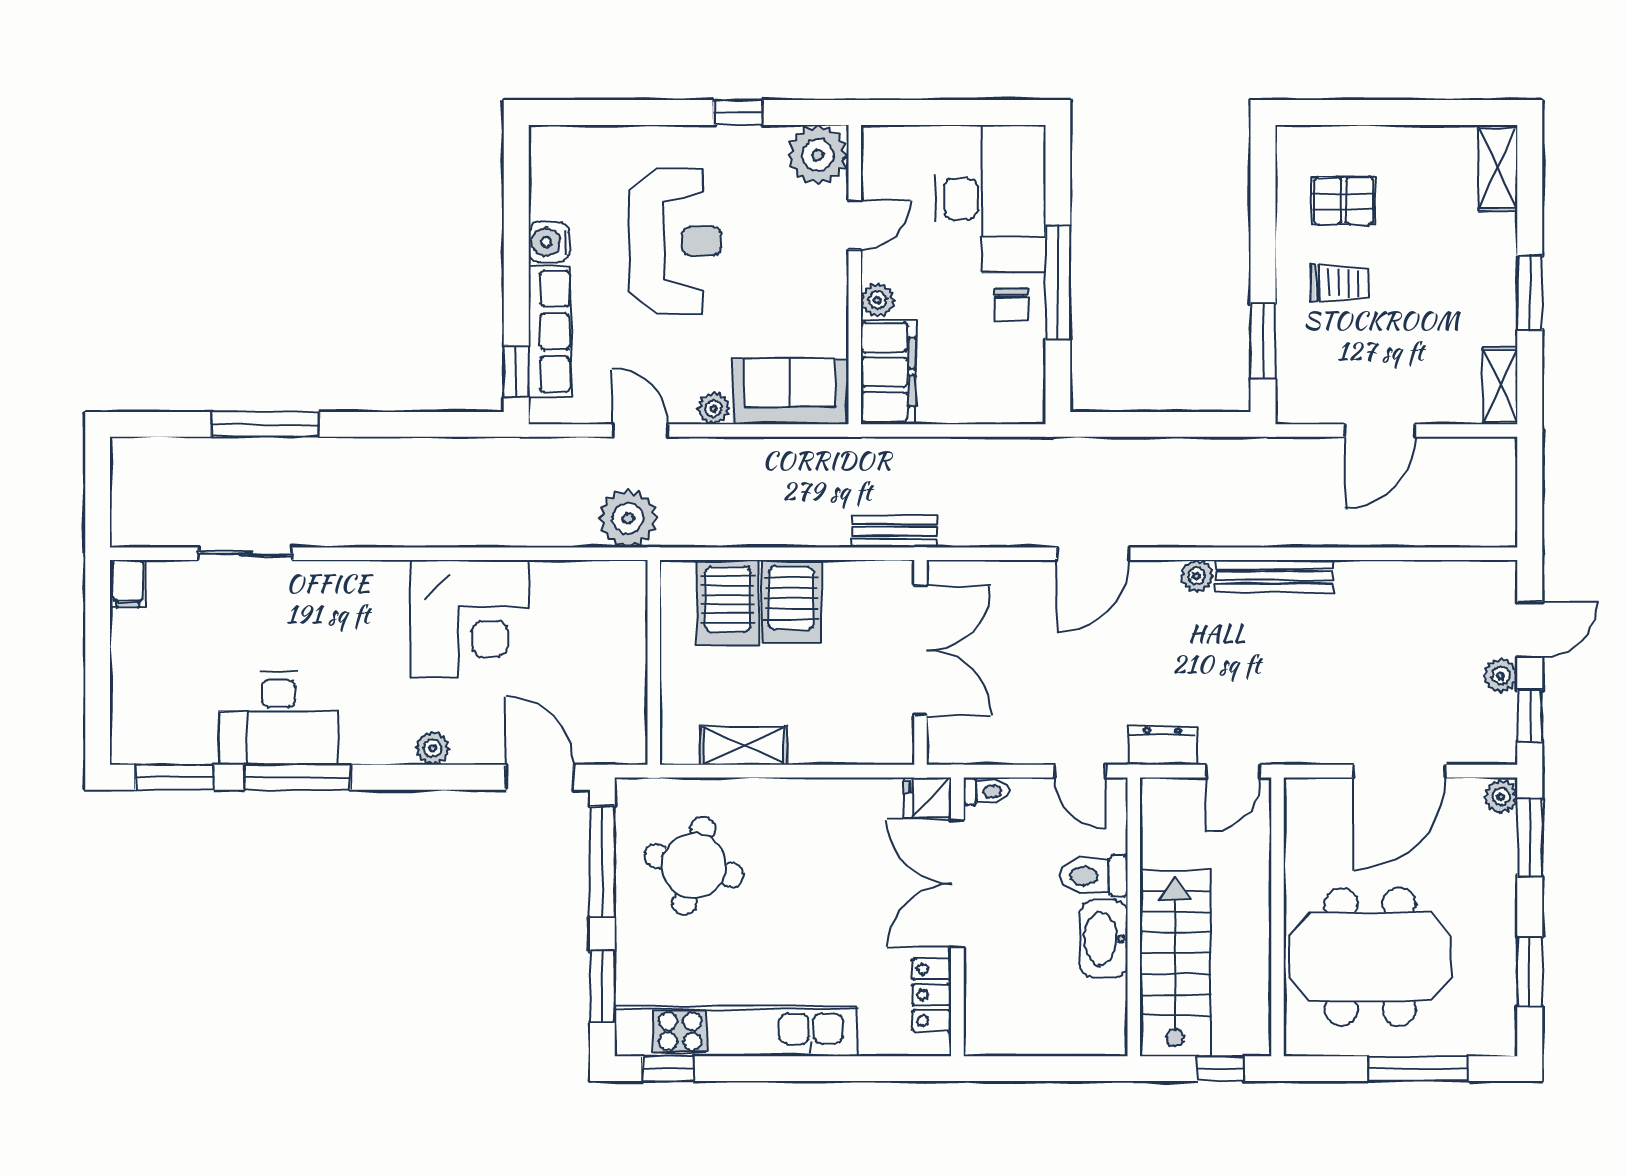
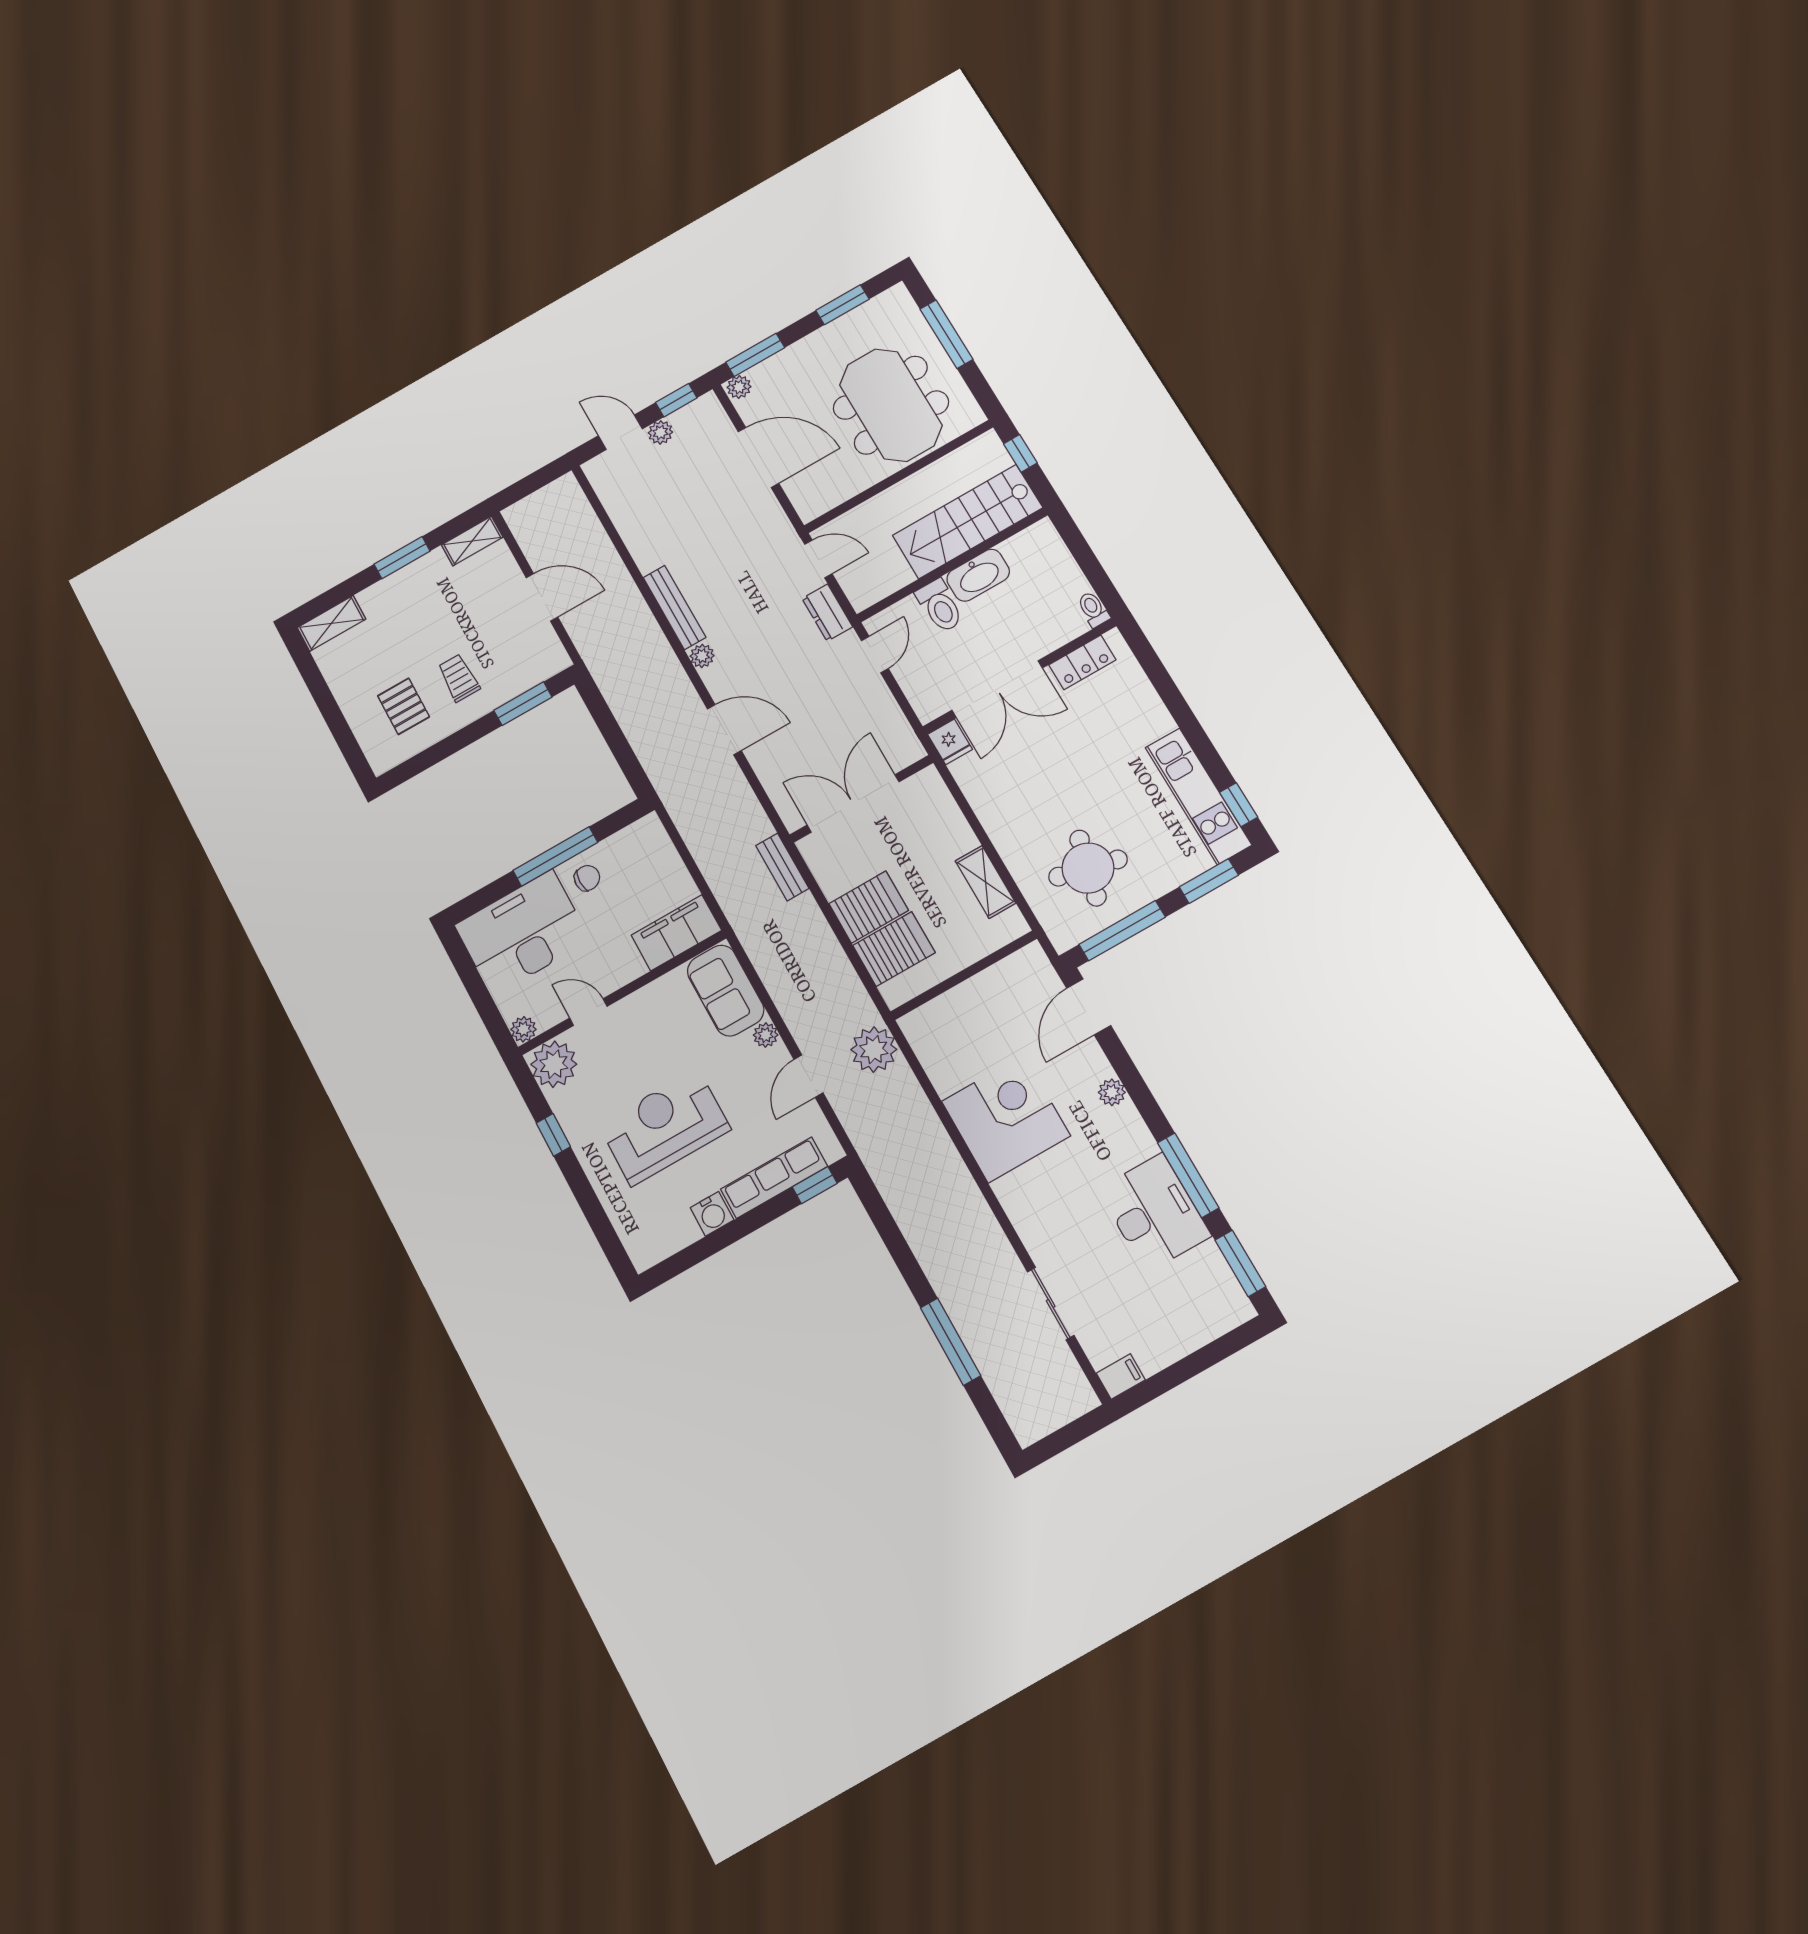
plant: (878, 300) -> (523, 1029), moved
toilet: (986, 791) -> (1093, 609), moved
kitchen unit: (736, 1031) -> (1198, 796), width x0.73

